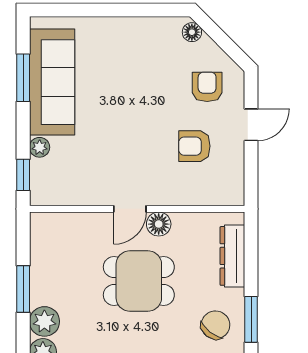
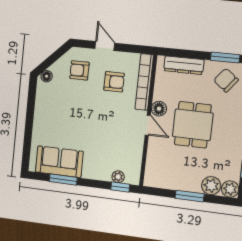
sofa: (52, 82) -> (59, 162), width x0.73
armchair: (194, 146) -> (114, 82), turned -90
plant: (40, 147) -> (118, 177), moved
bookcase: (199, 195) -> (144, 82), added

